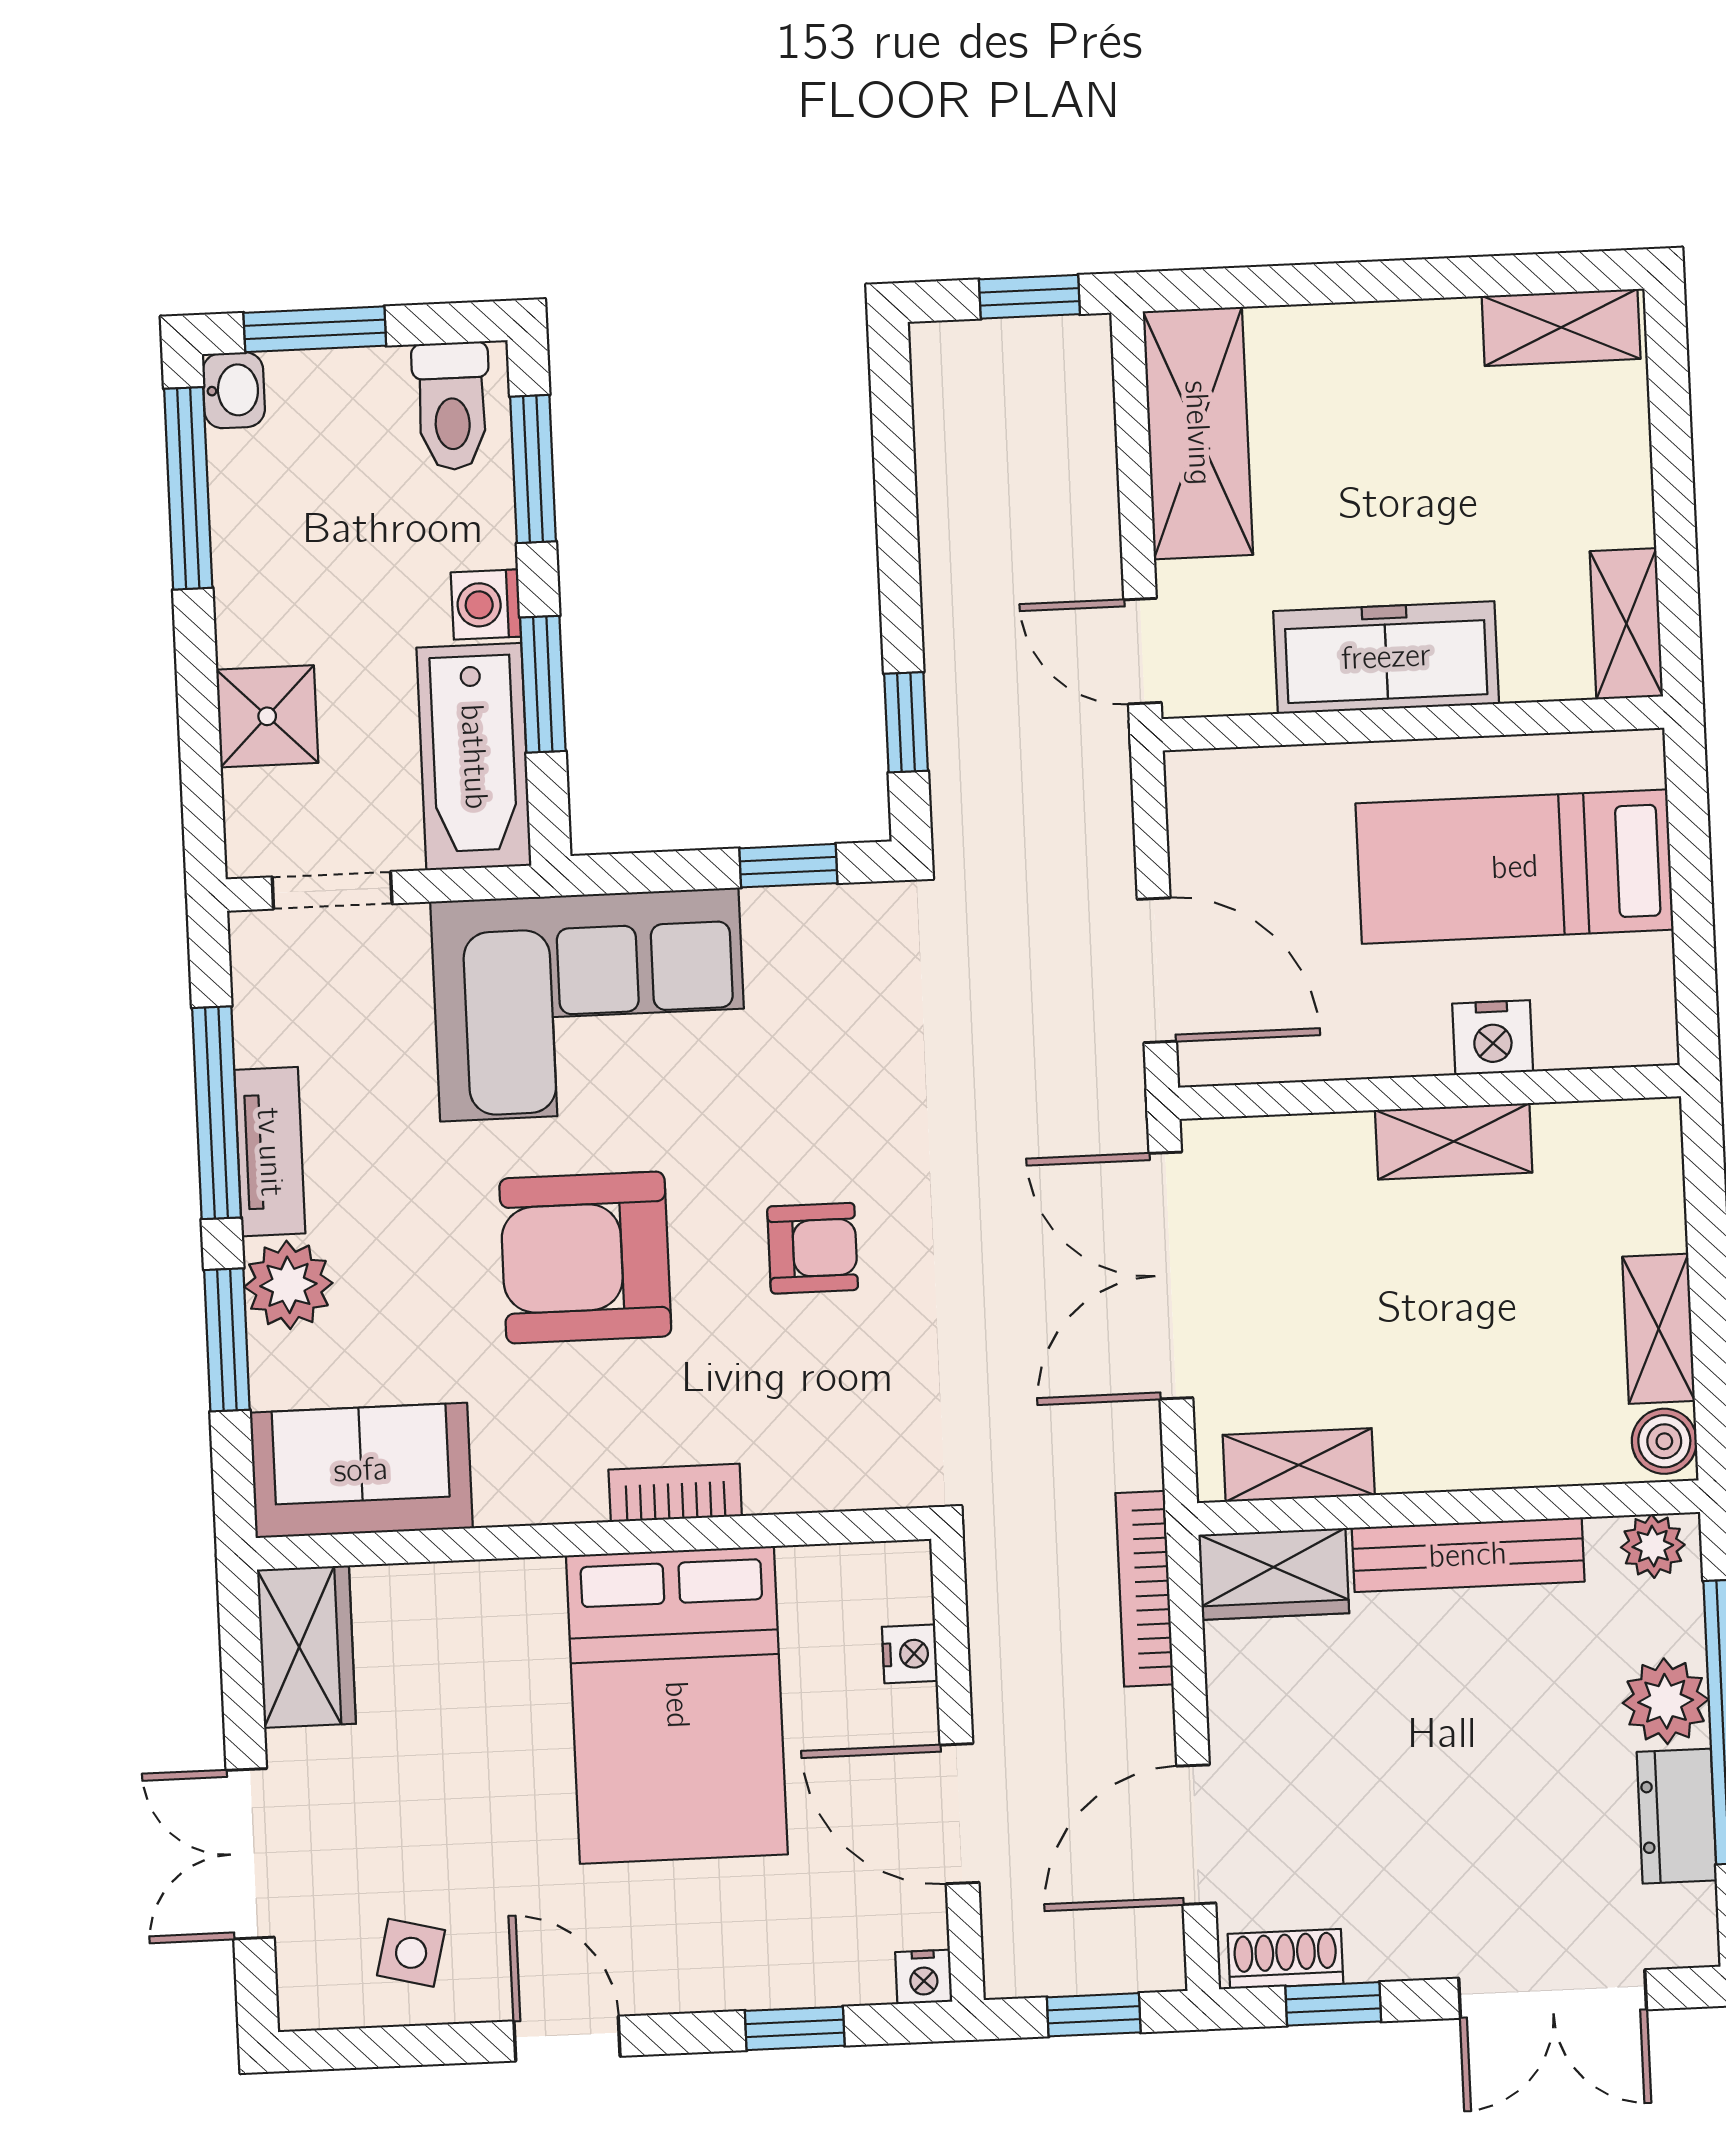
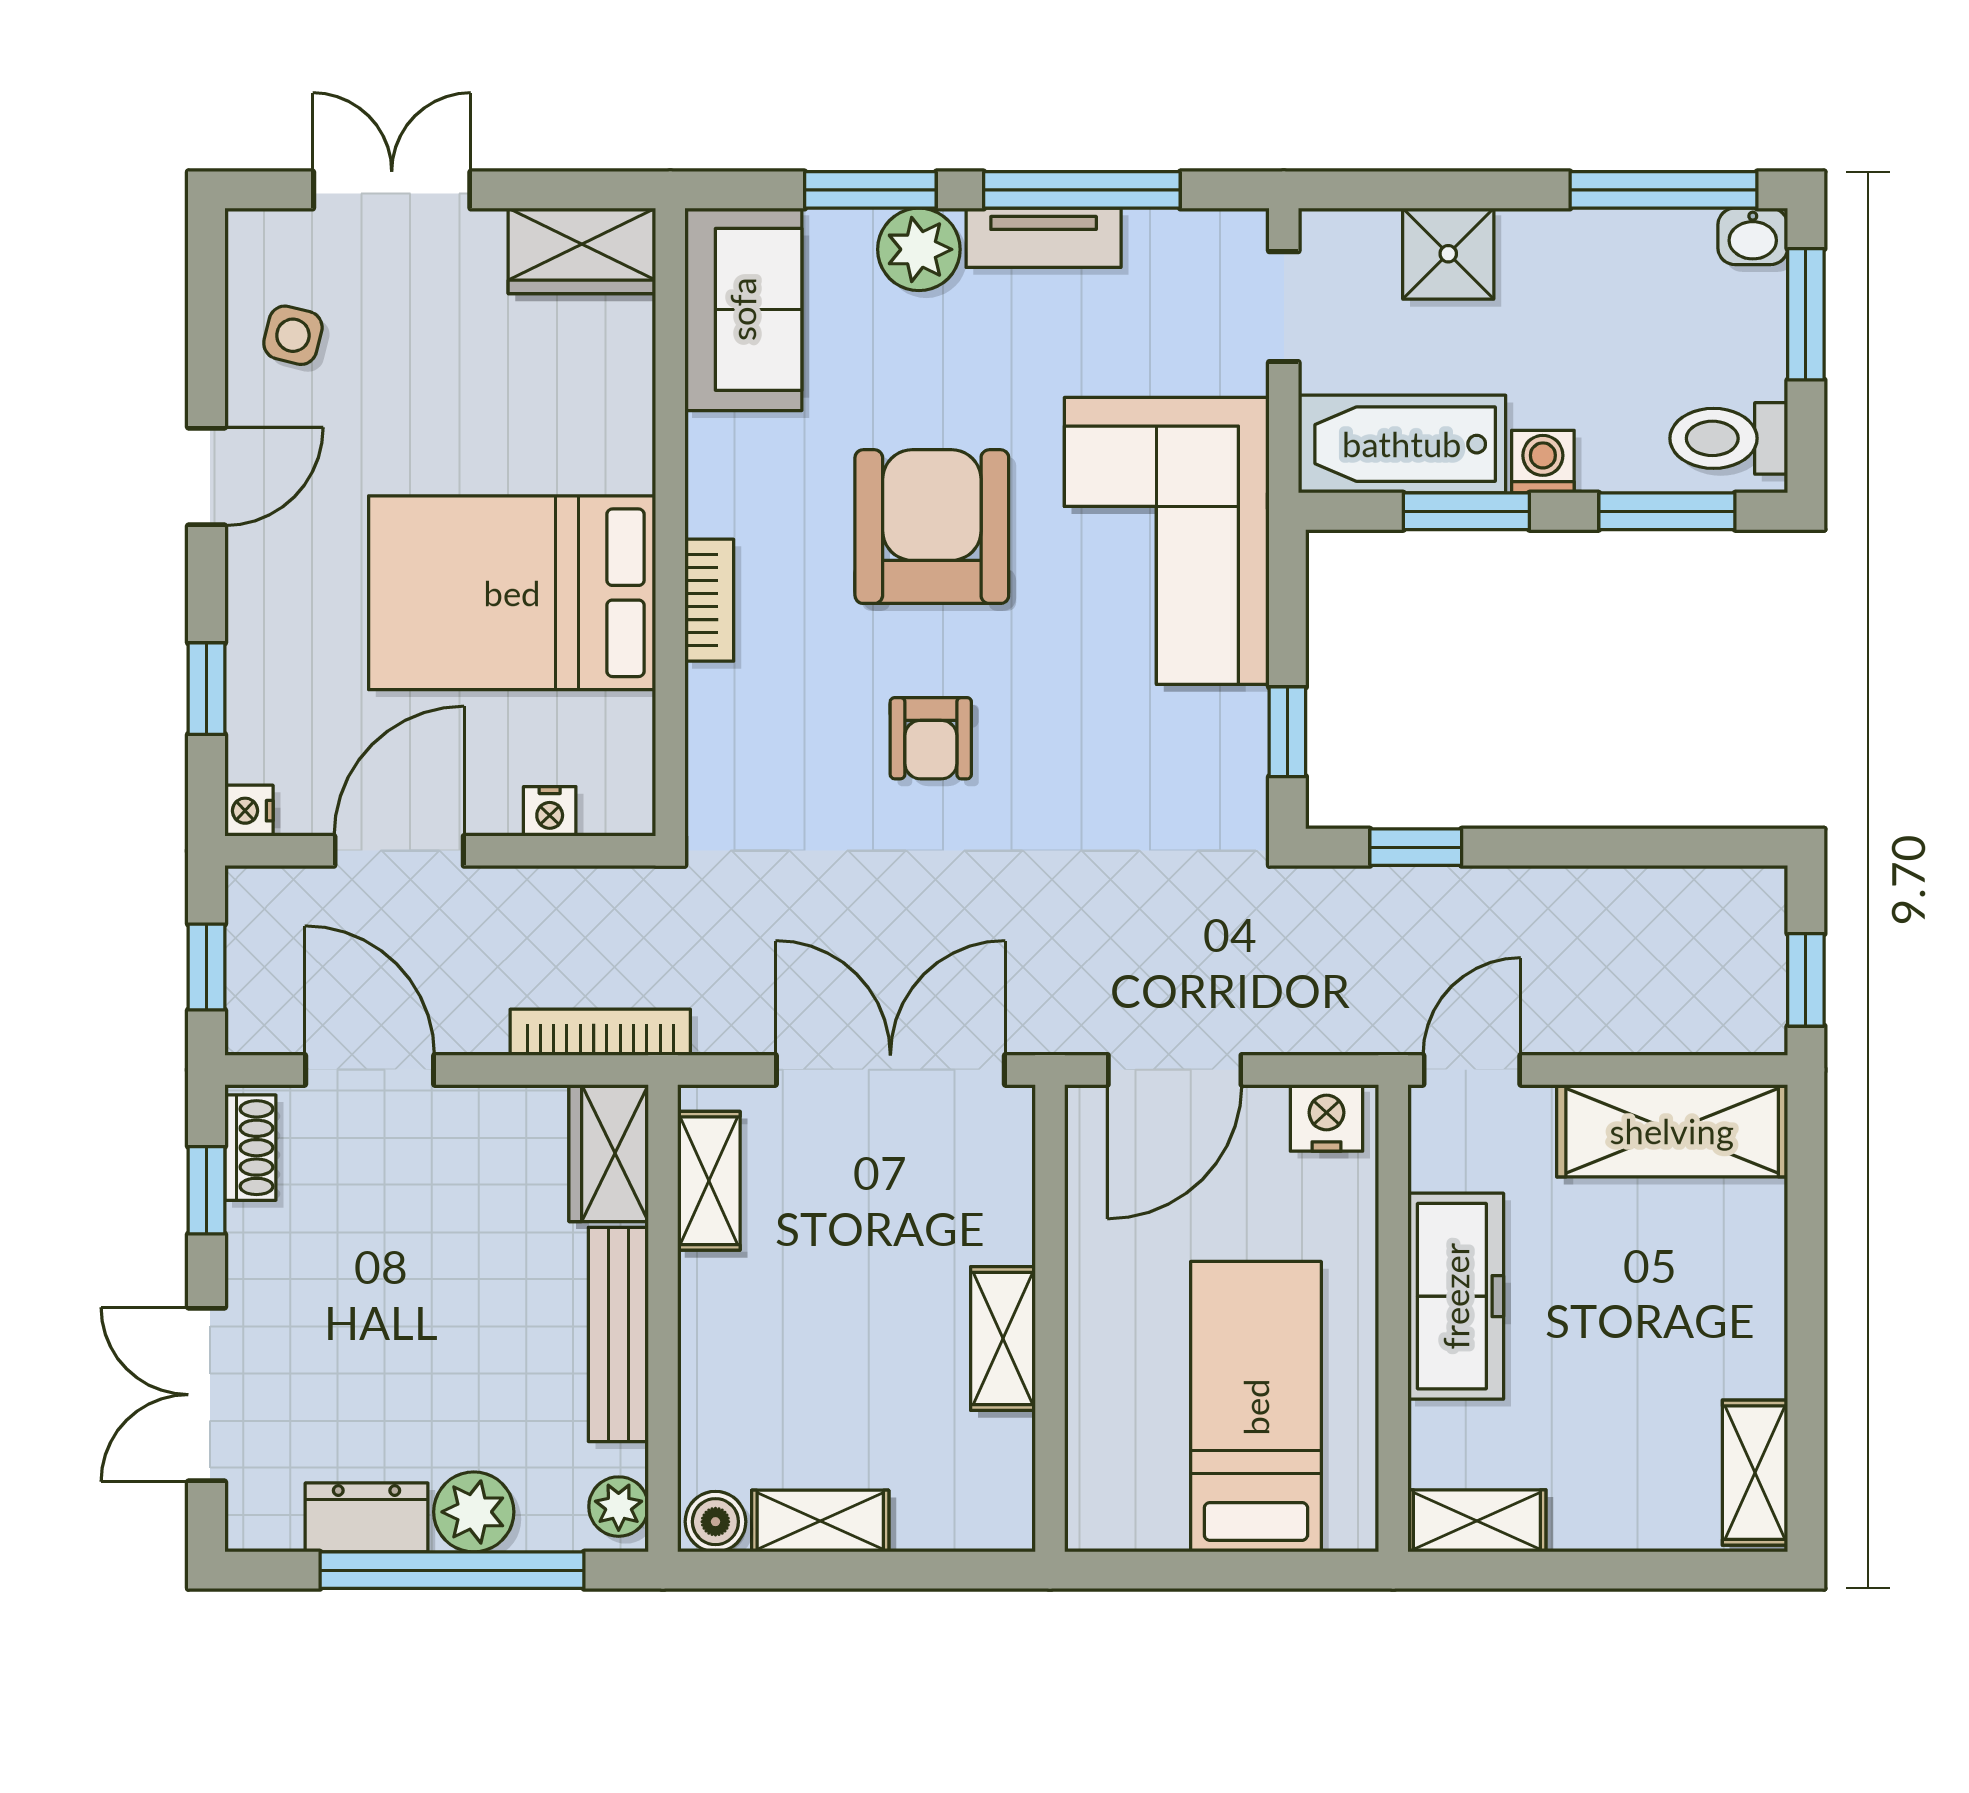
nightstand: (1493, 1038) -> (1326, 1118), moved, turned 90

